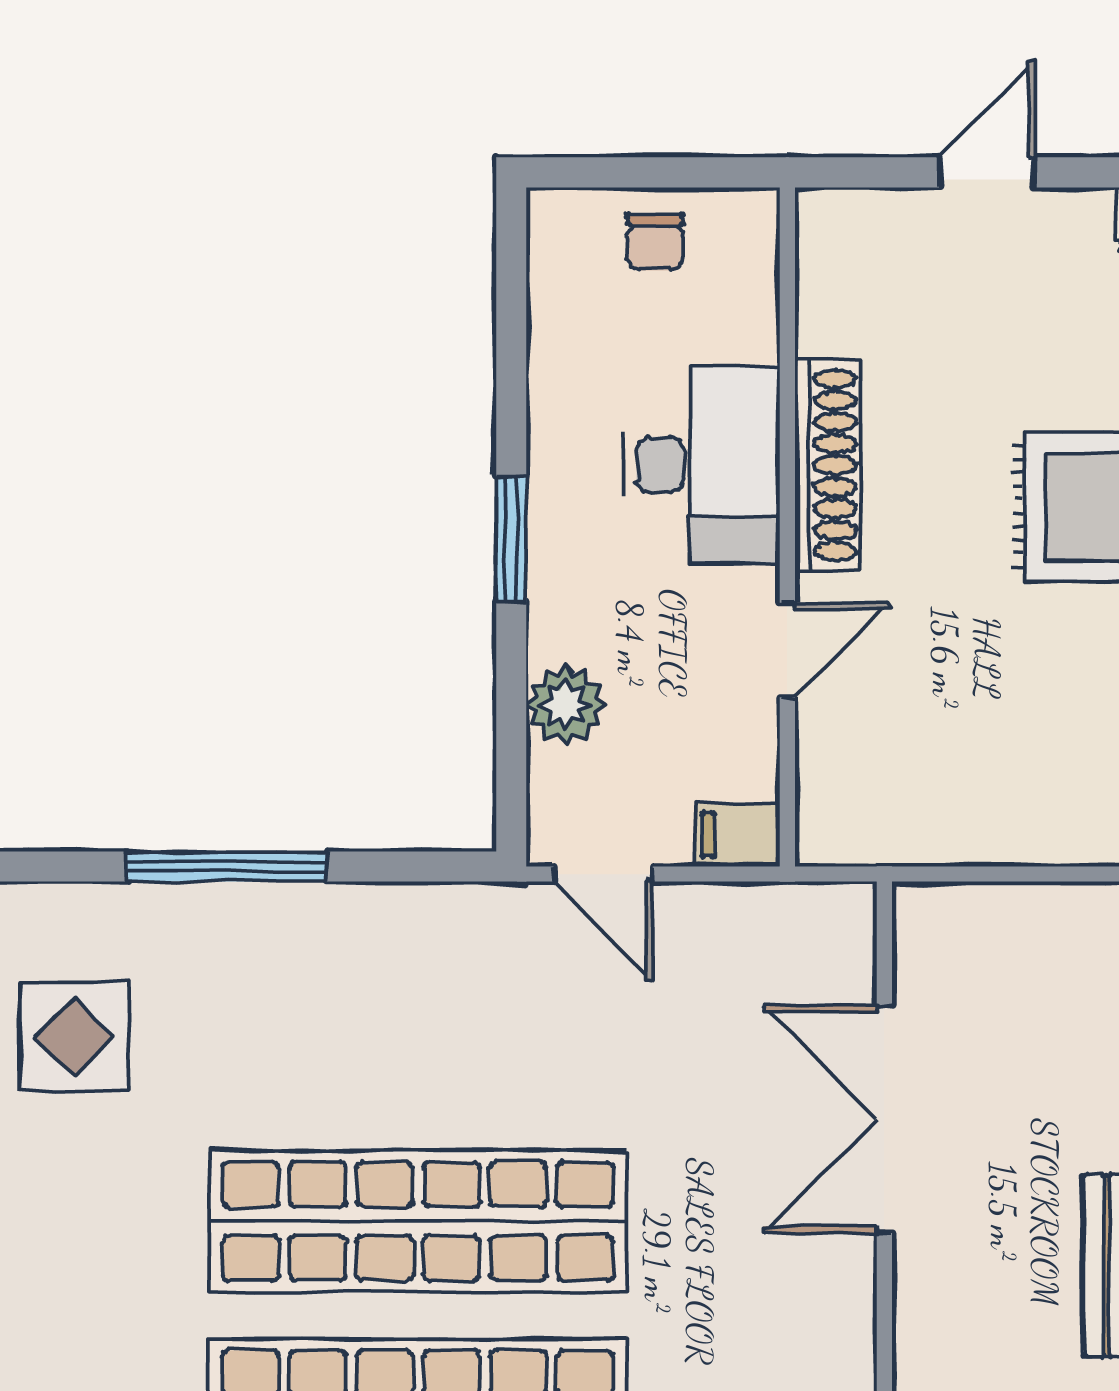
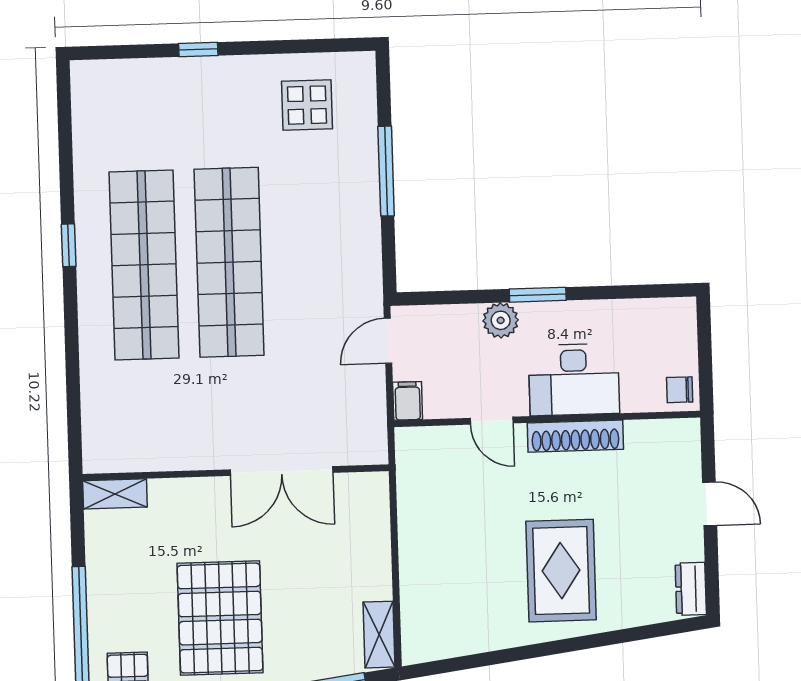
chair: (655, 242) -> (680, 390), moved
plant: (566, 705) -> (501, 320), moved
double door: (884, 1119) -> (282, 471), swing flipped

